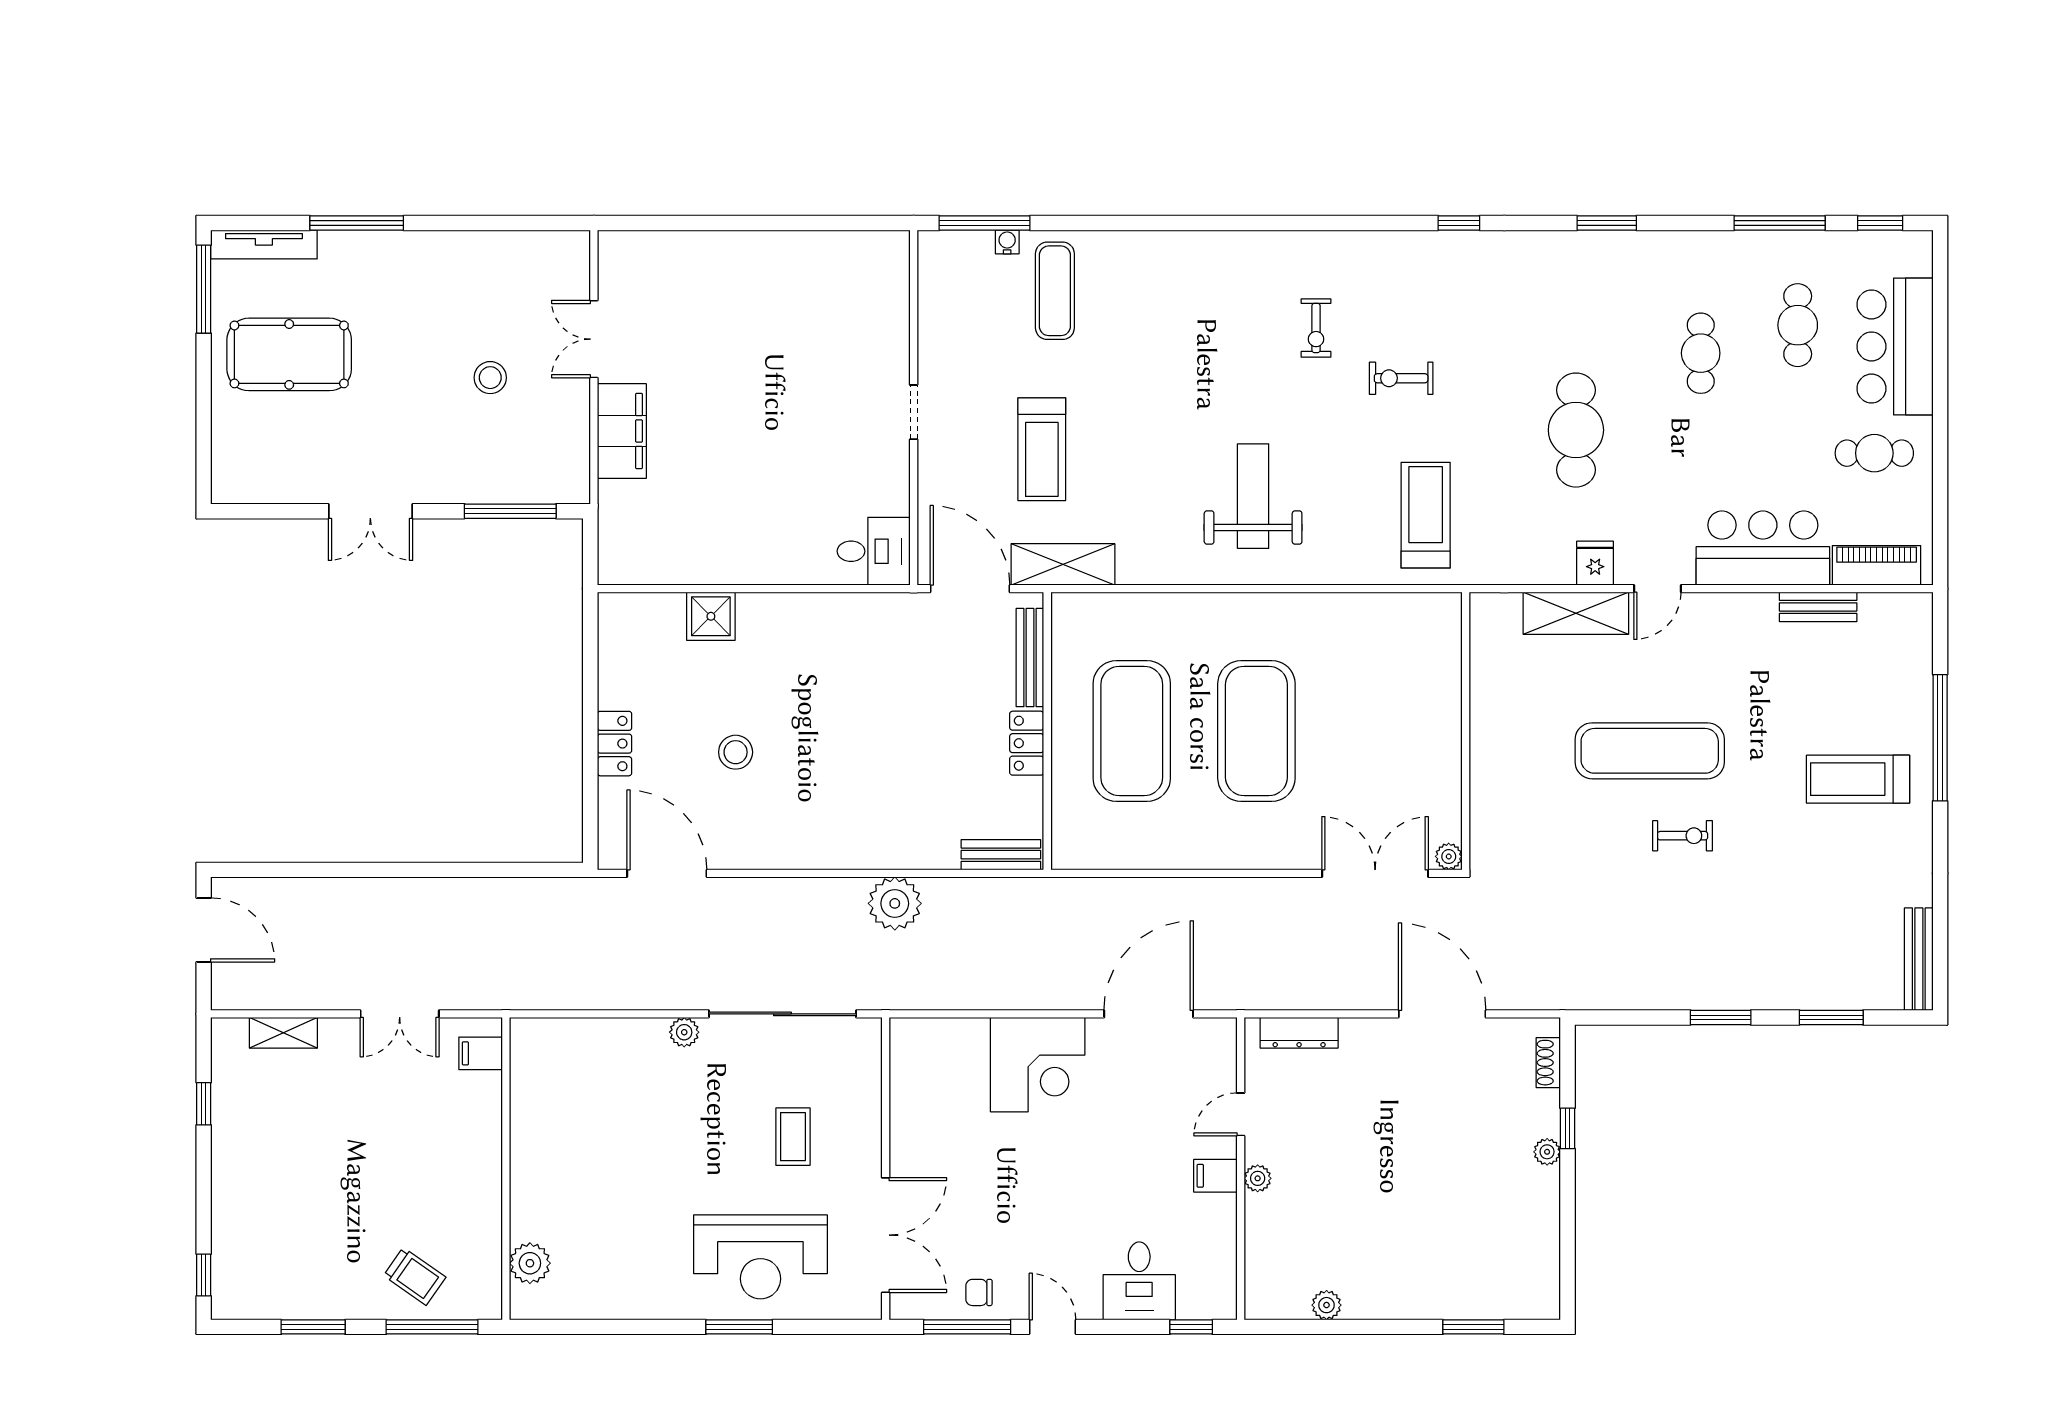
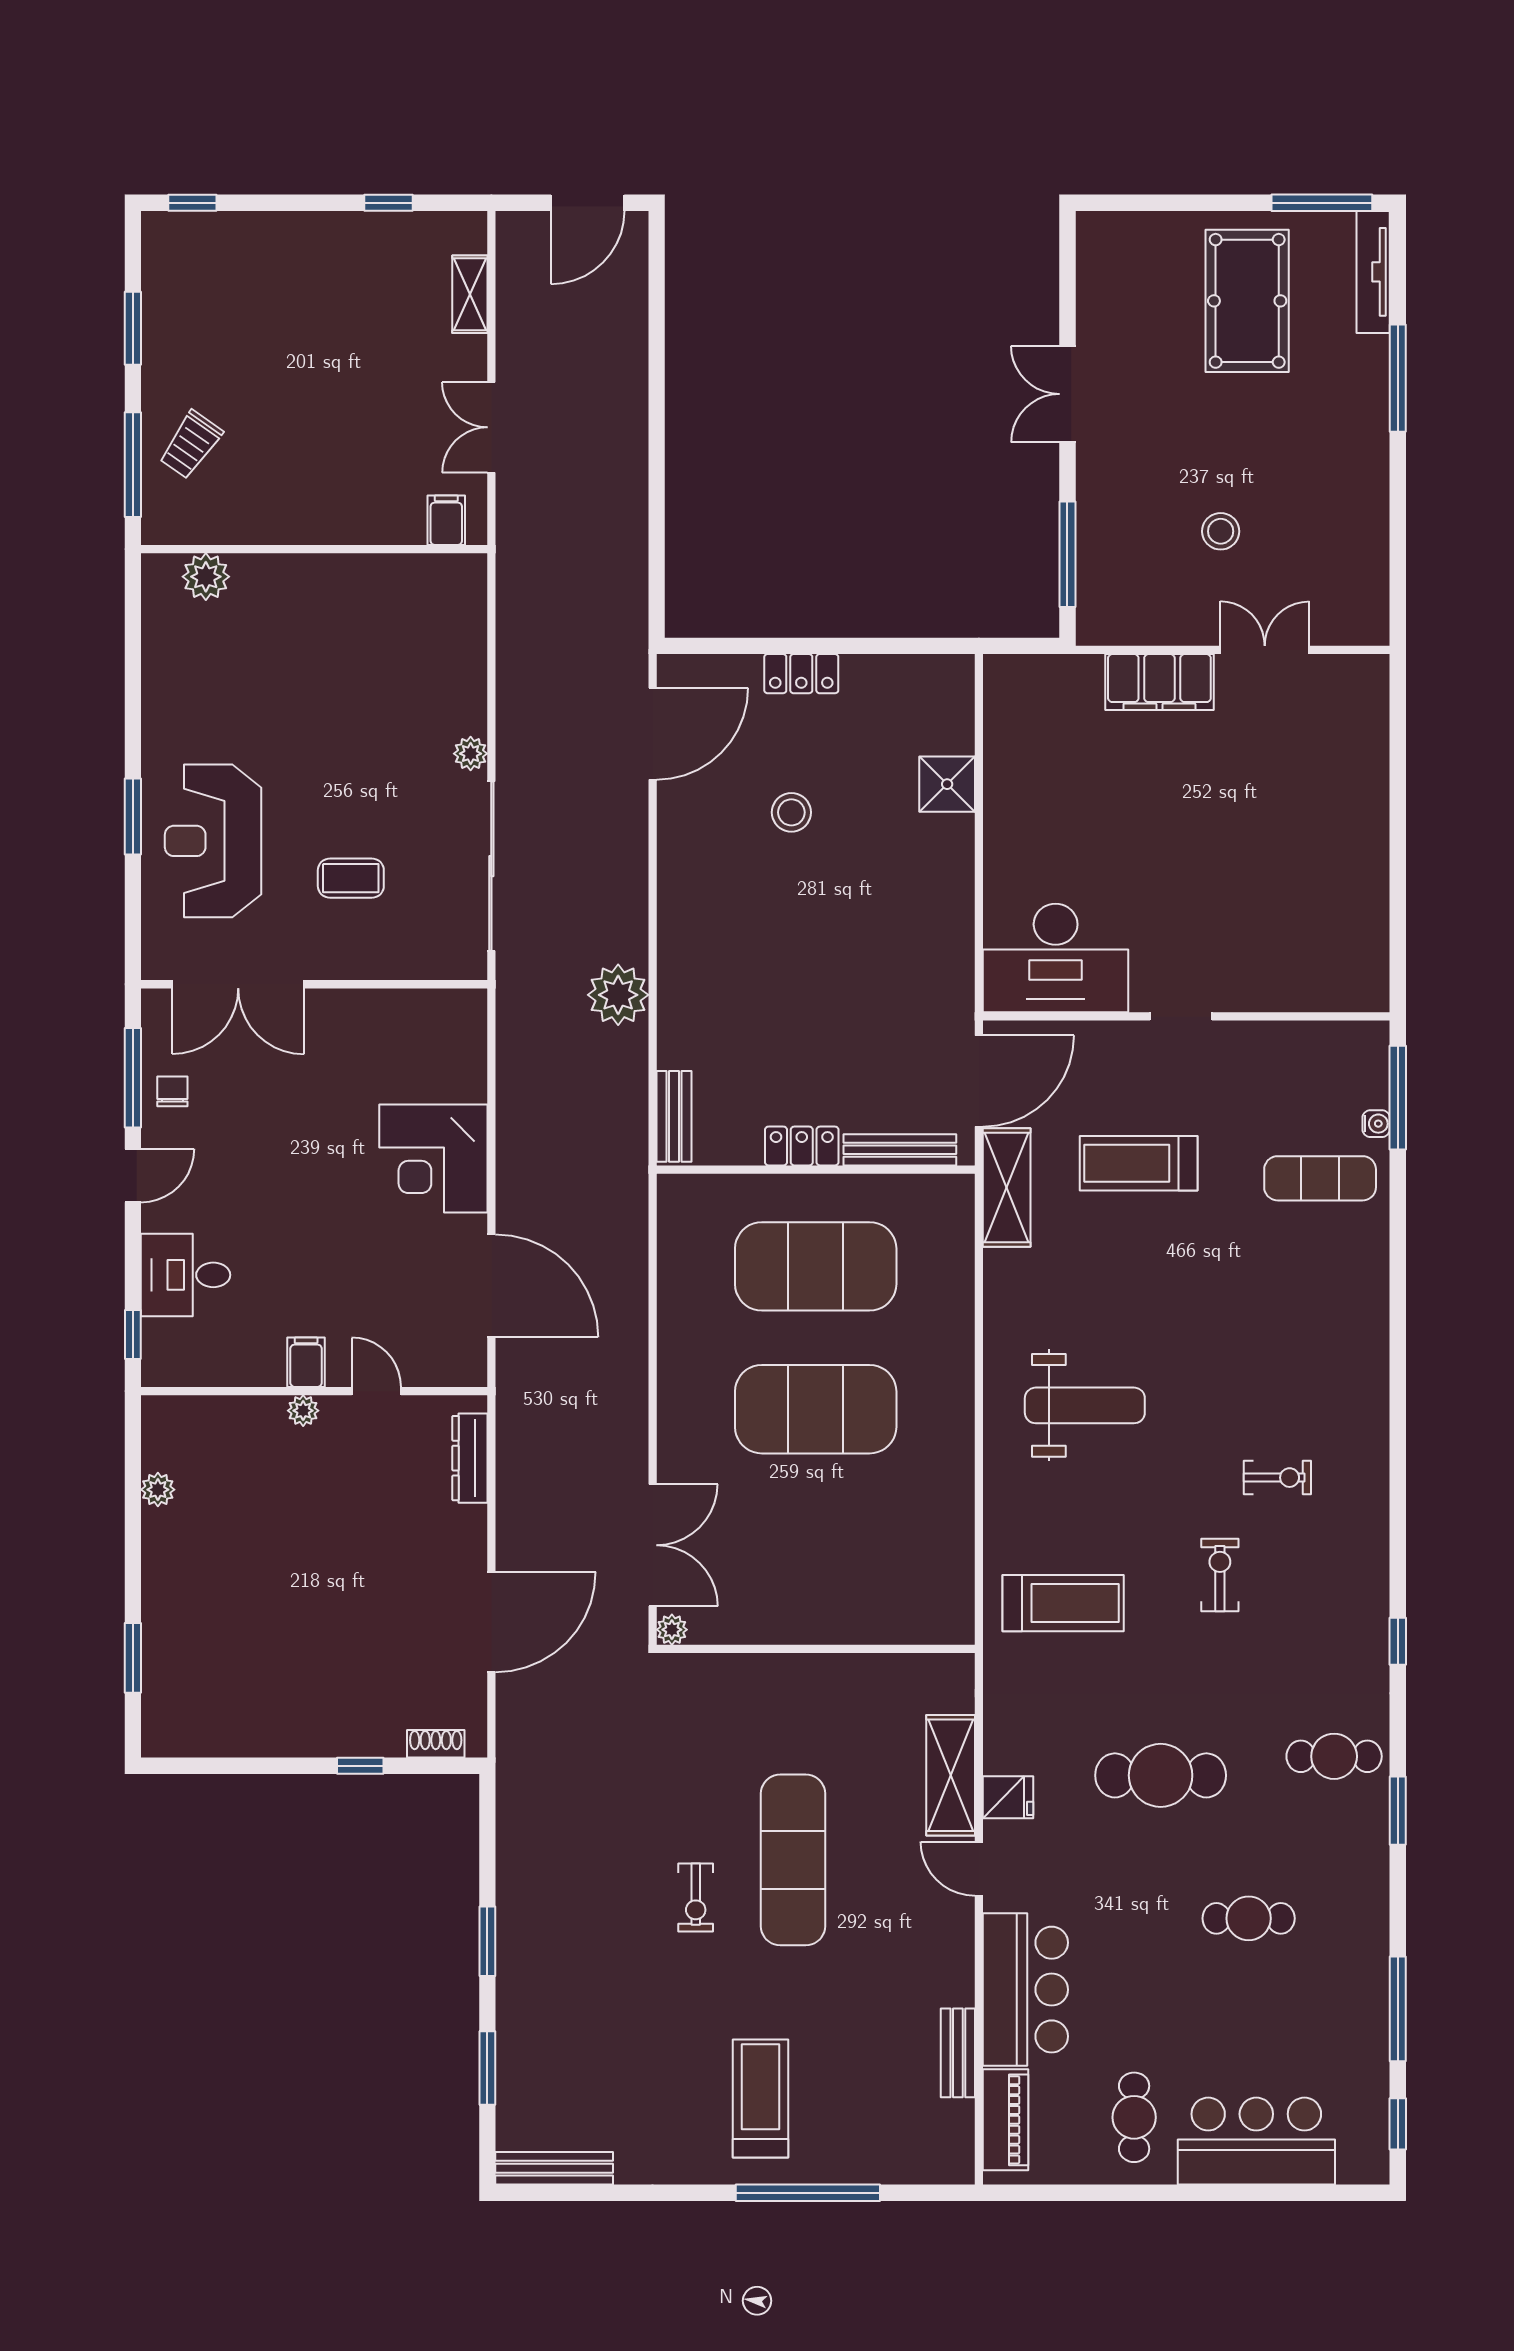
cafe table: (1798, 325) -> (1334, 1756), moved
exercise bike: (1316, 328) -> (1277, 1478), turned 180
desk: (874, 551) -> (1056, 958), width x1.87, depth x1.30
plant: (1547, 1152) -> (333, 1742), removed

